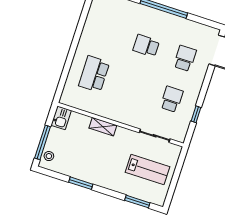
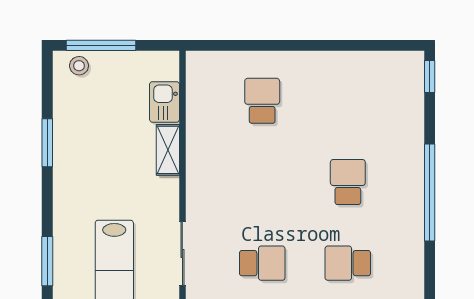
school desk: (185, 58) -> (348, 263), turned 180
school desk: (94, 74) -> (262, 101), width x0.54
kitchen sink: (61, 118) -> (165, 102), moved, turned 90

